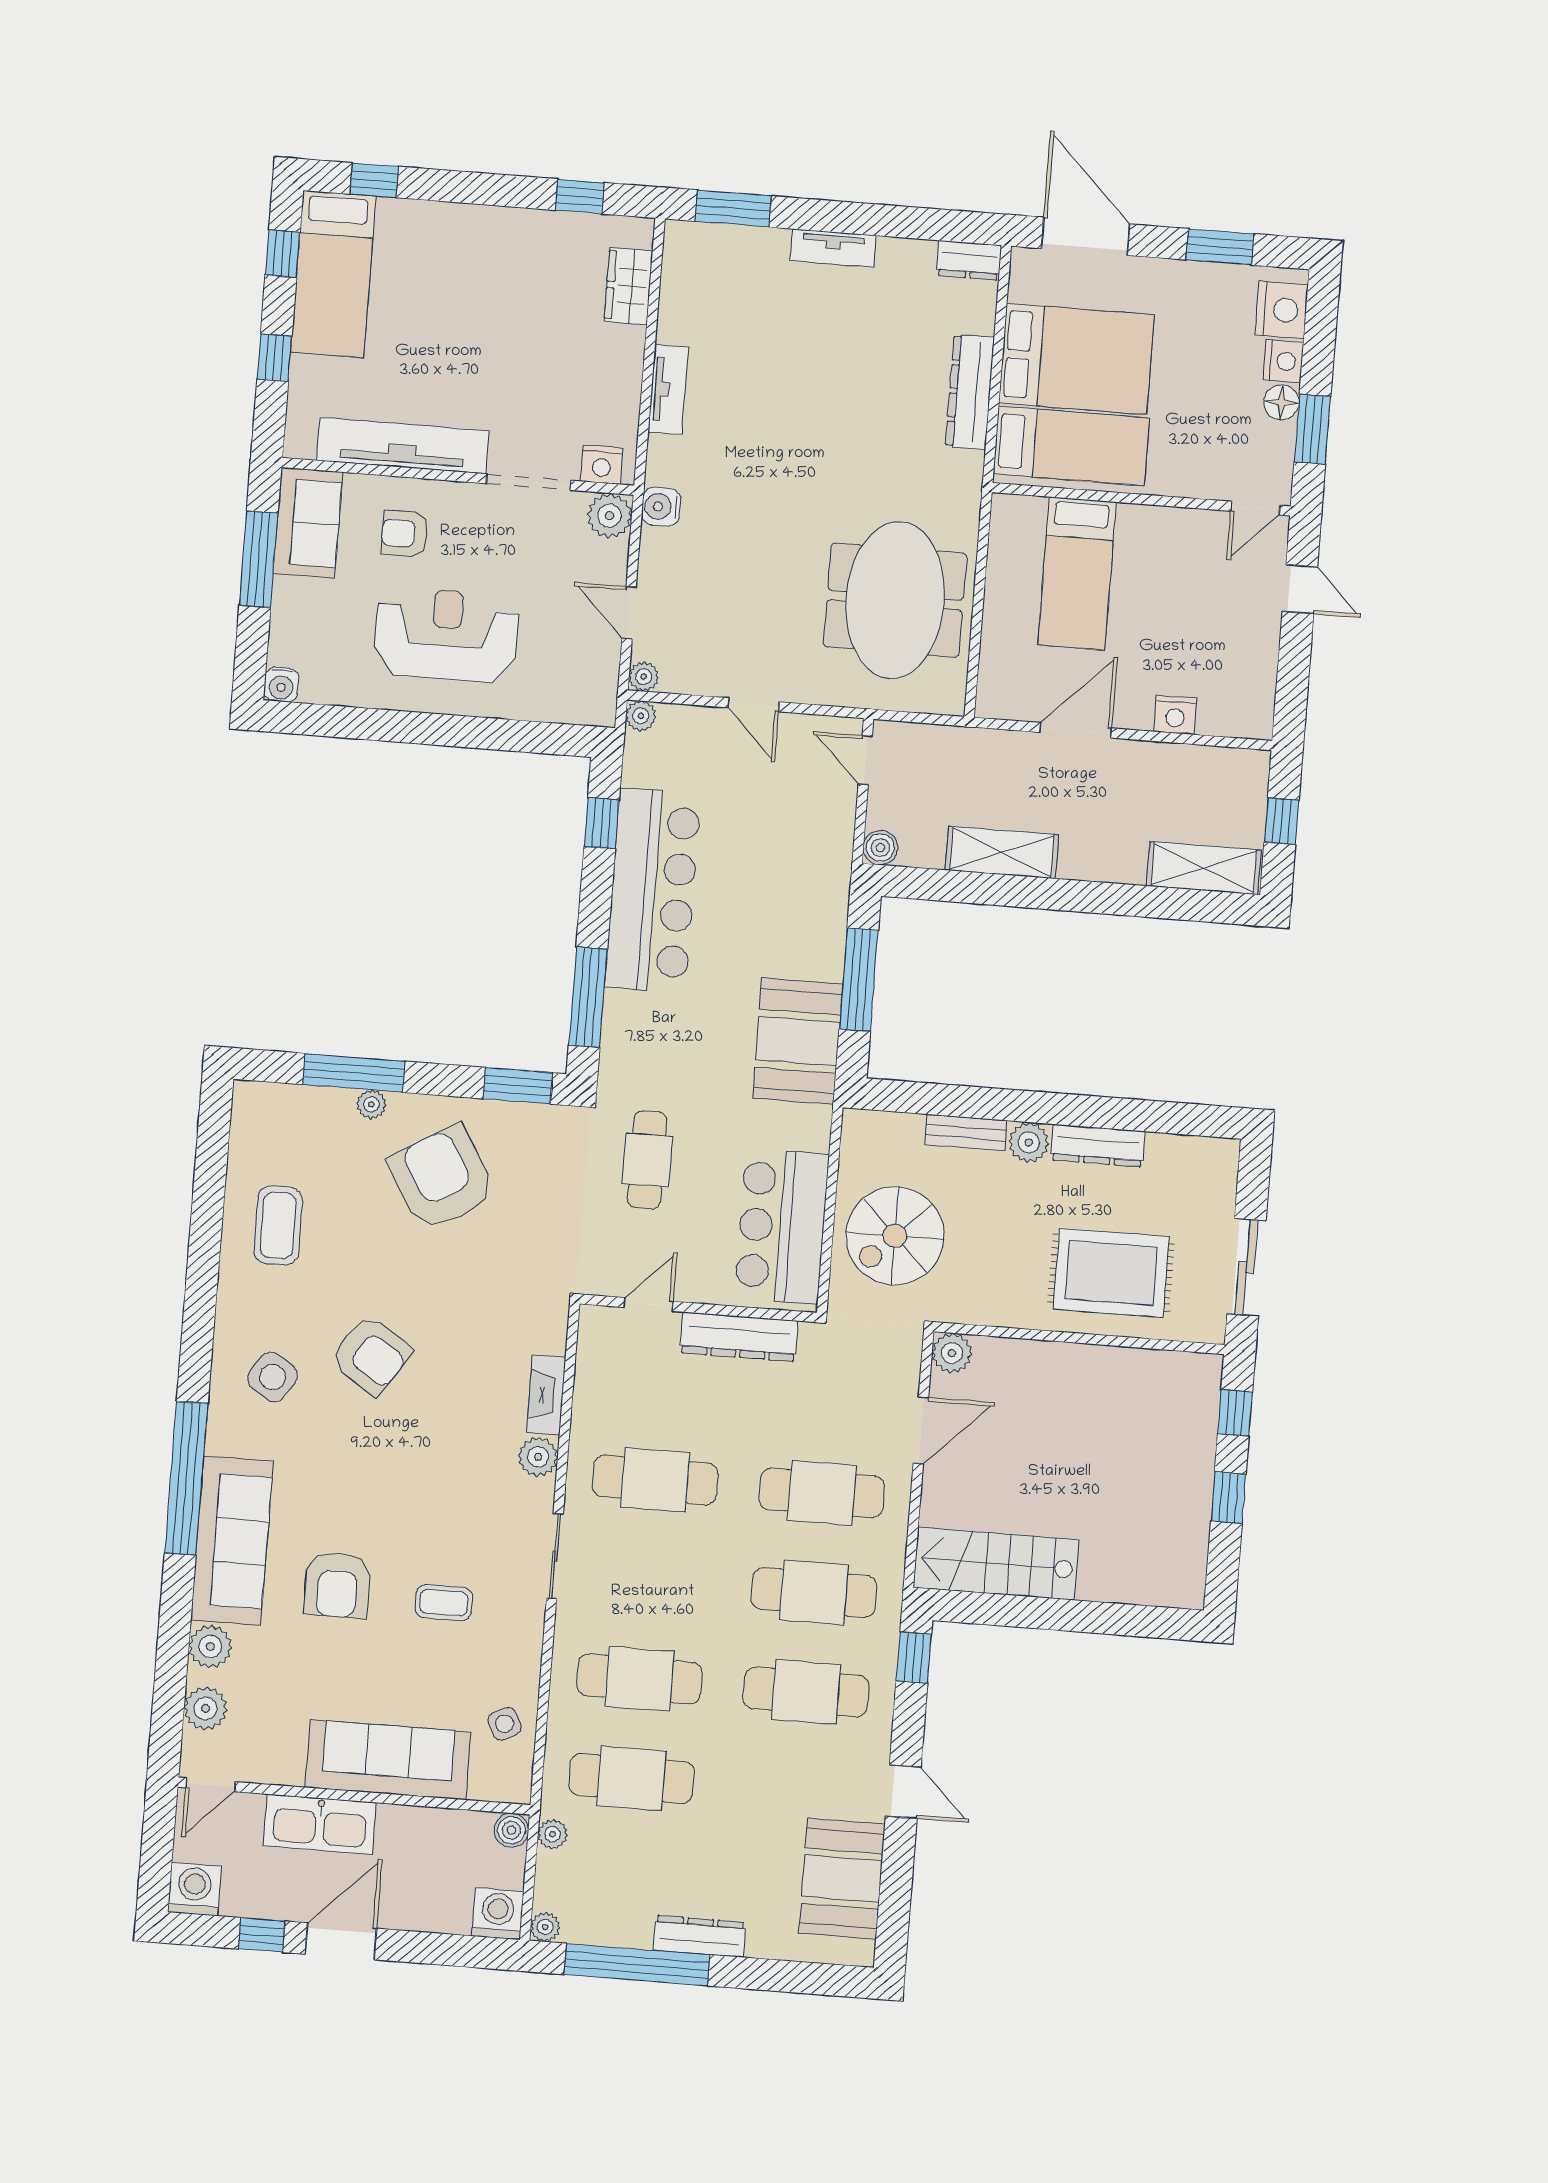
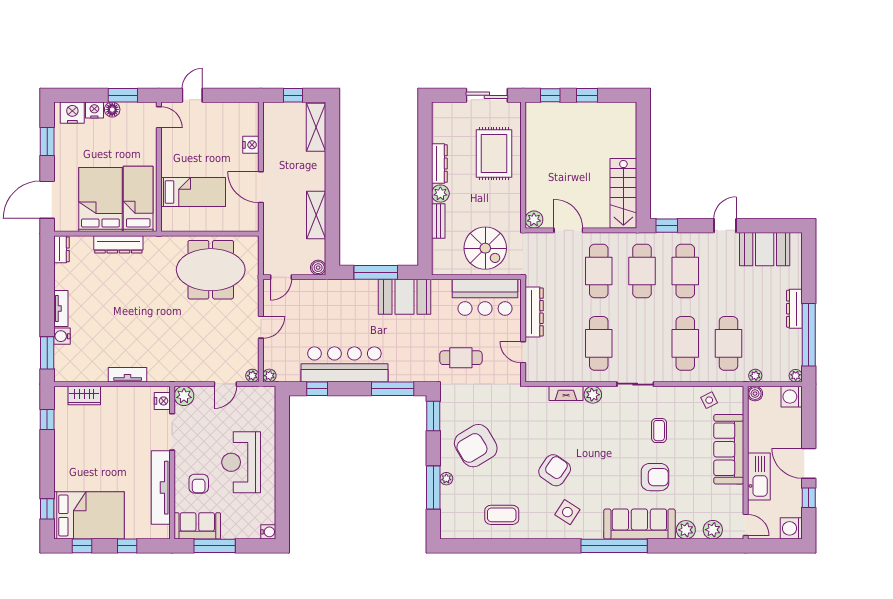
bed: (333, 274) -> (89, 515), width x1.50
water cooler: (661, 507) -> (62, 336), moved, turned 90

